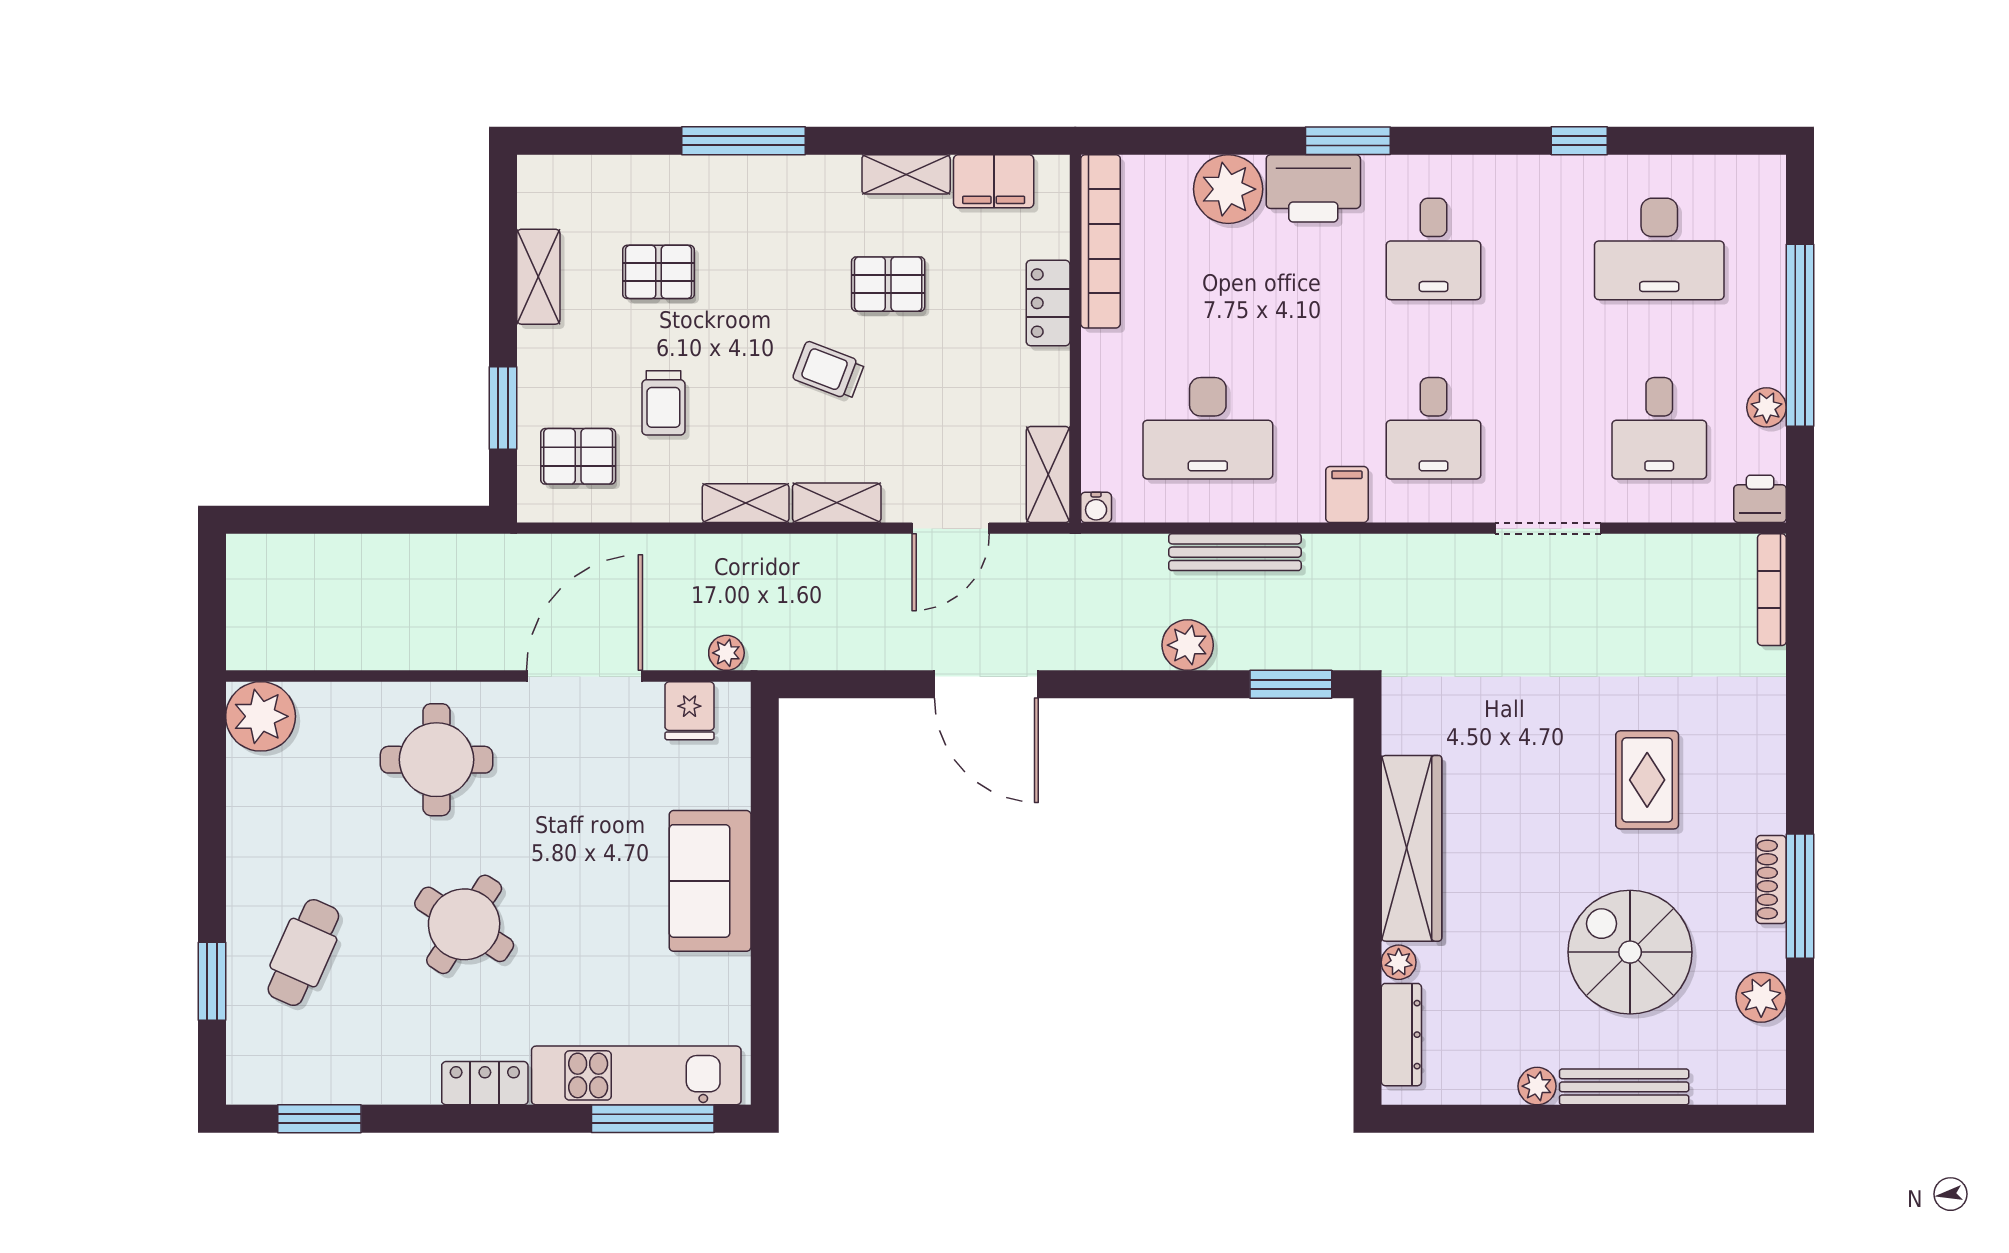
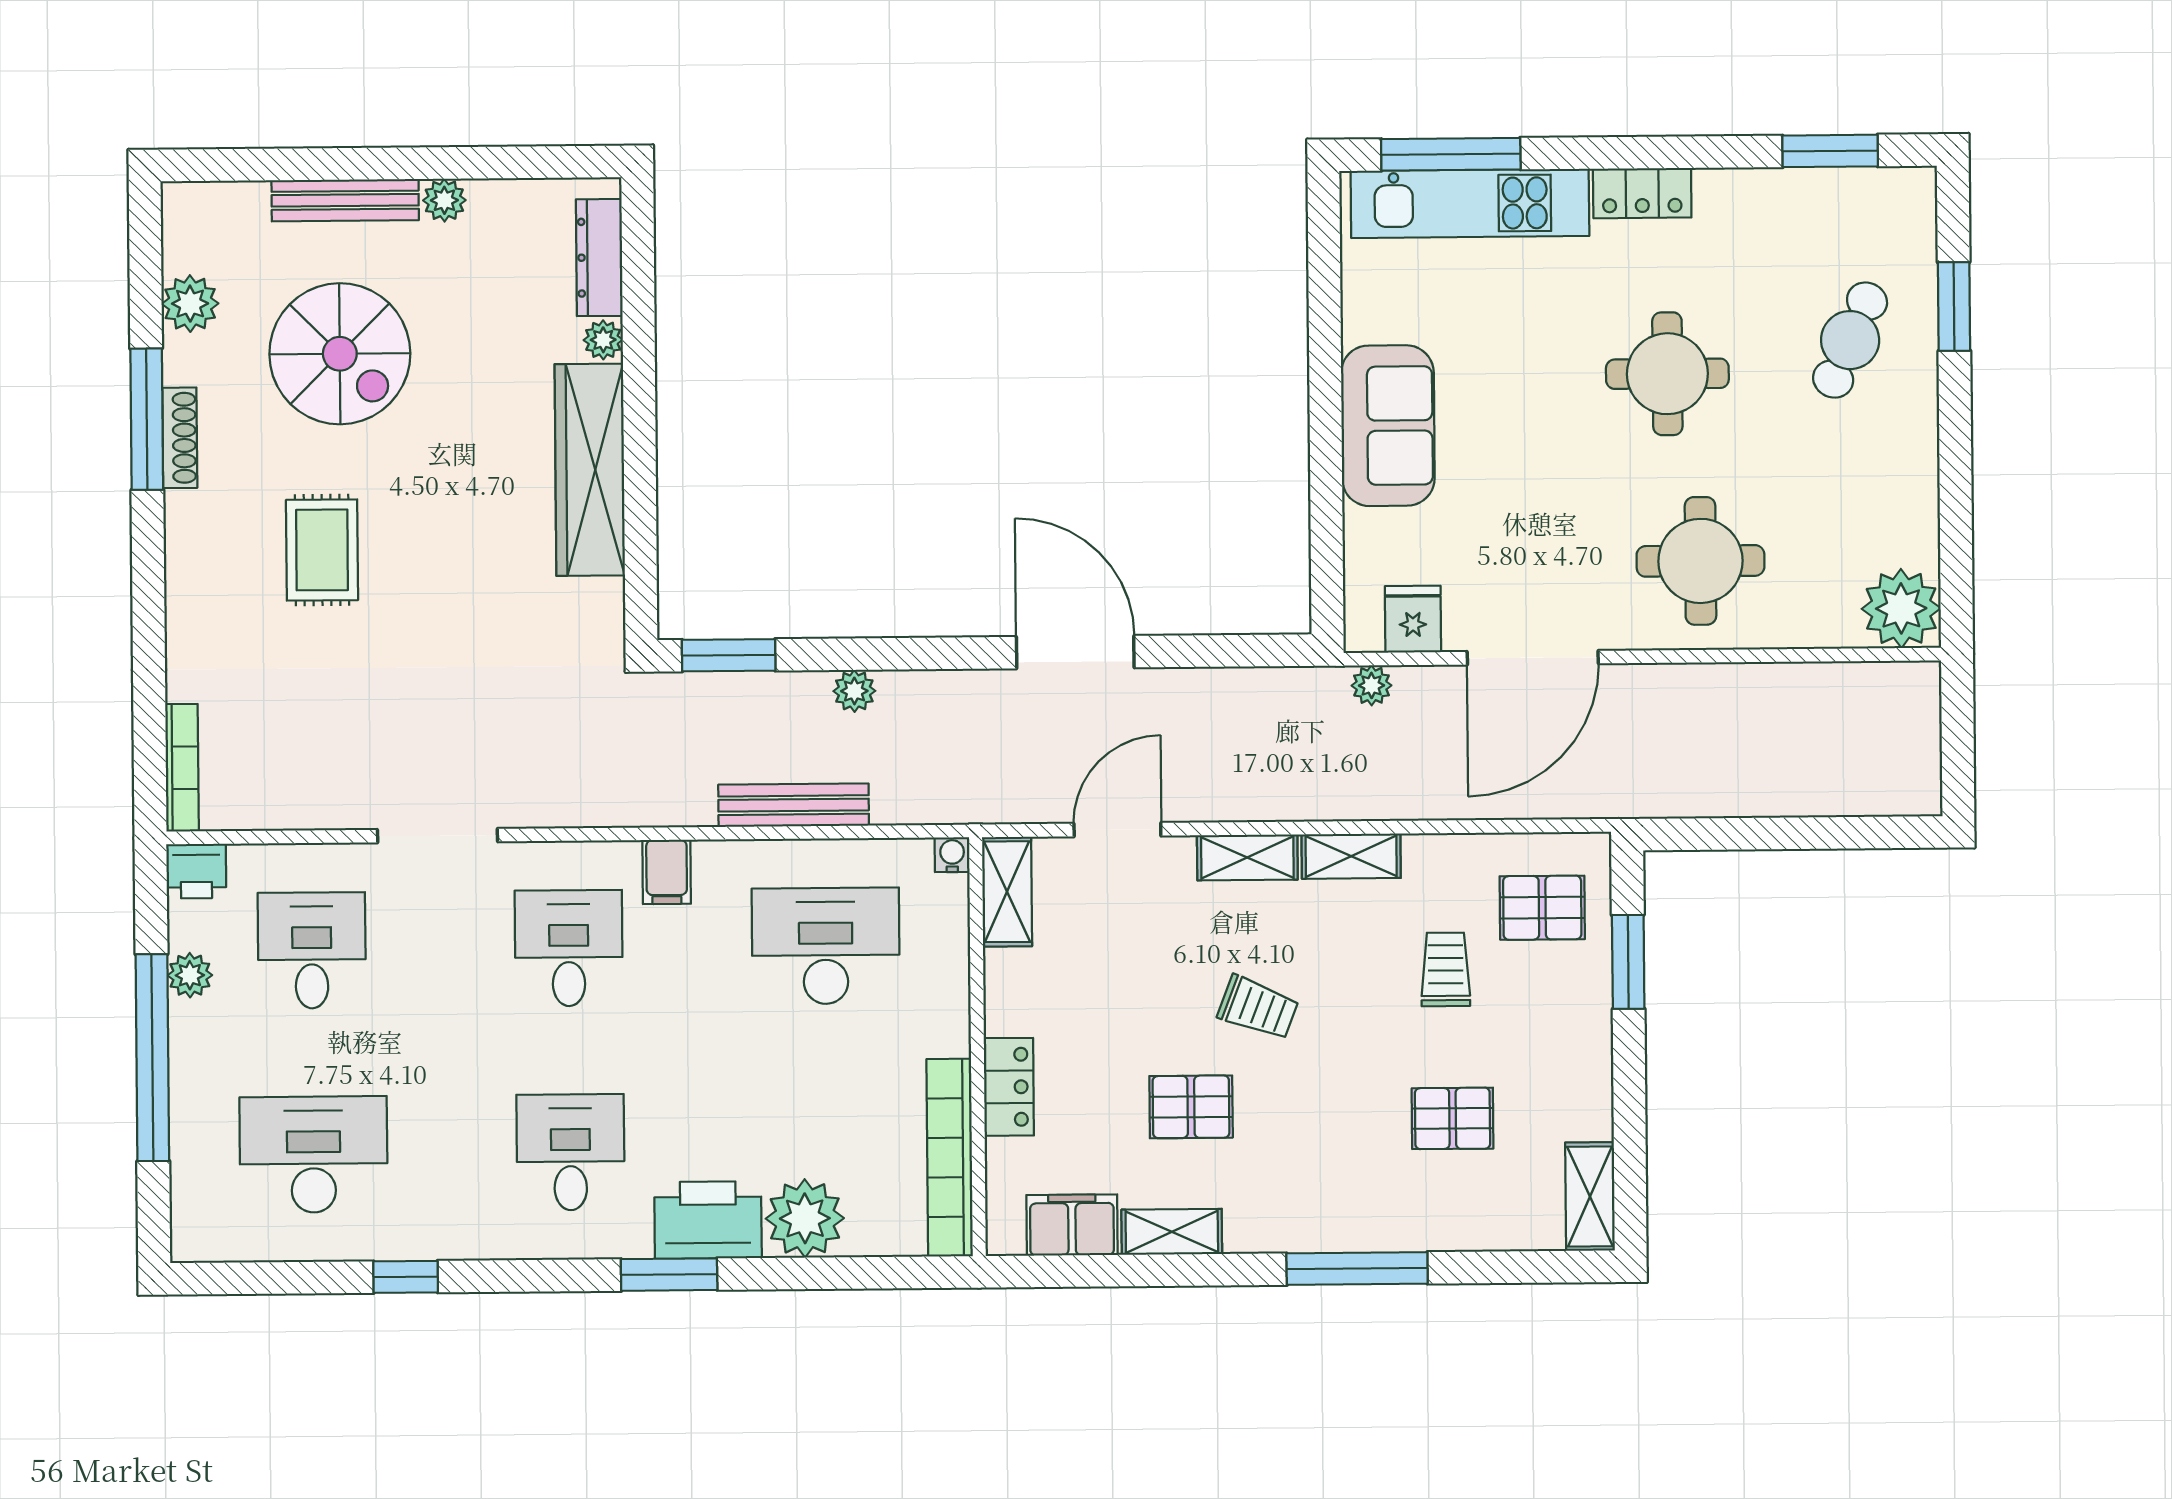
shelving: (538, 277) -> (1590, 1197), moved
plant: (1188, 645) -> (854, 691), width x0.73, depth x0.73
round table: (464, 924) -> (1667, 374), turned -33

